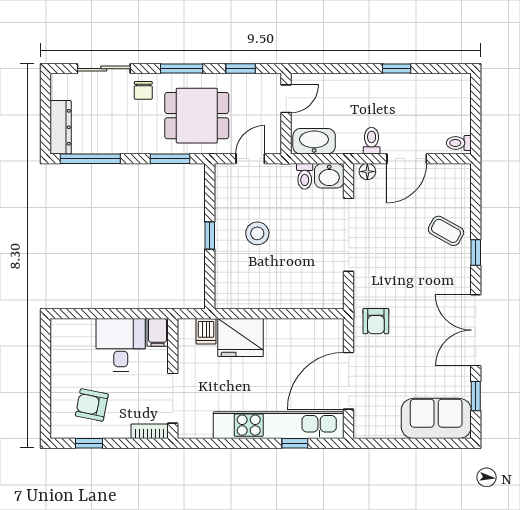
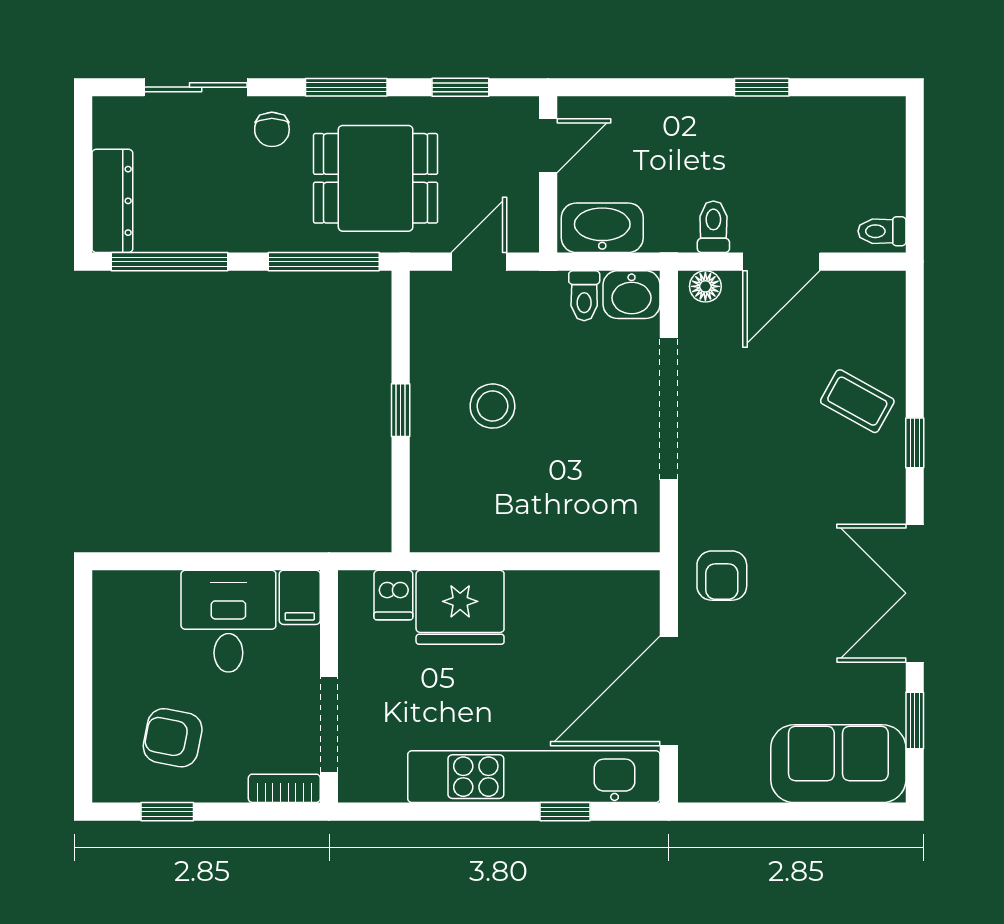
window: (170, 159) -> (324, 262), width x1.44

